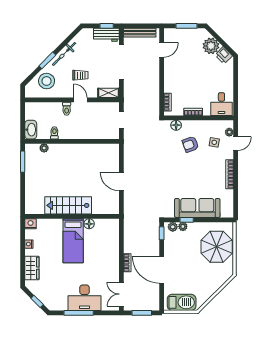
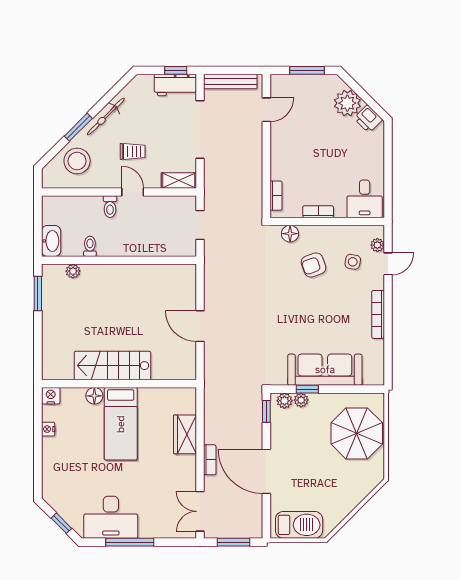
floor lamp: (89, 224) -> (94, 396), moved
wardrobe: (32, 268) -> (185, 434), moved, turned 180
desk: (85, 298) -> (111, 517), moved

